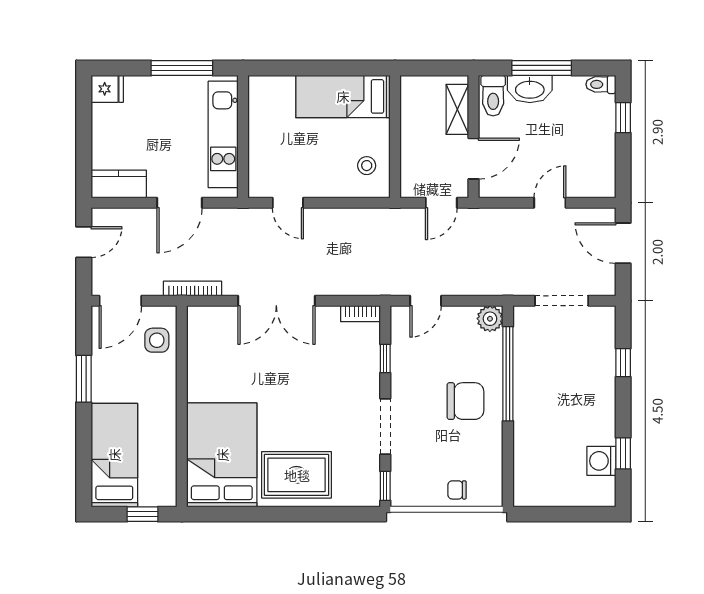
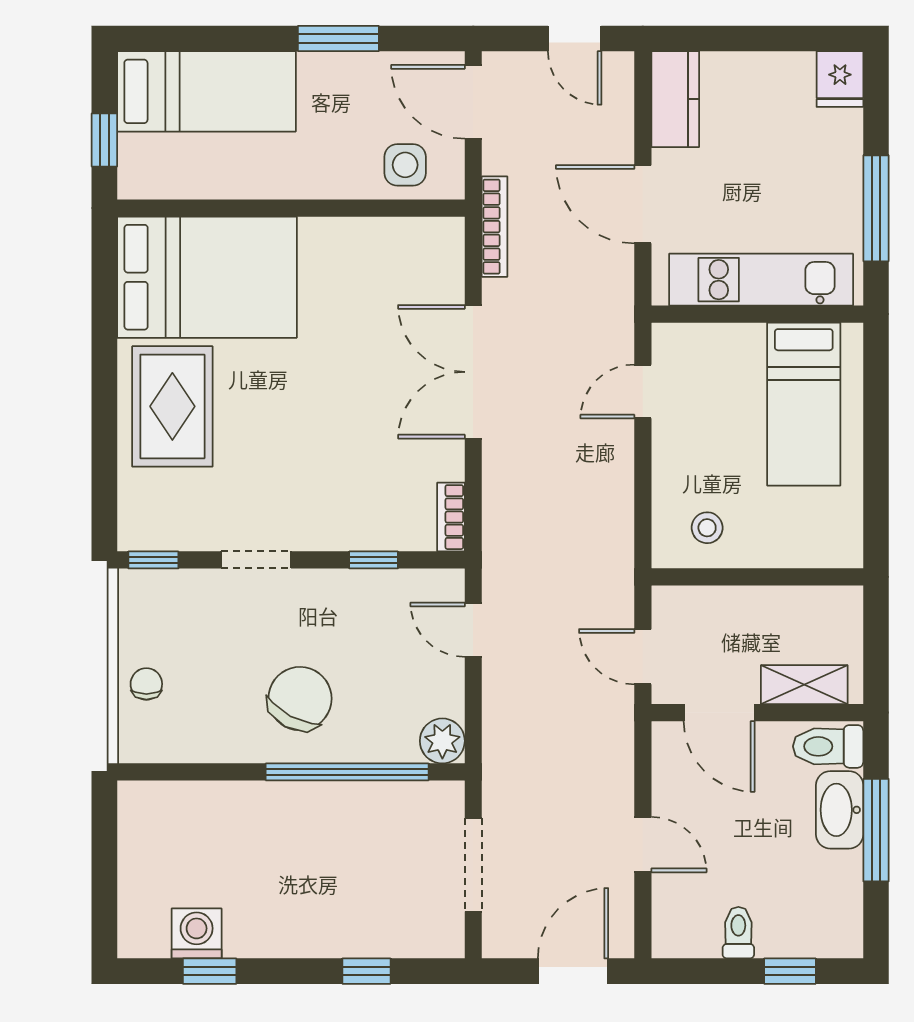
toilet: (601, 84) -> (738, 933), moved
bed: (343, 96) -> (804, 404), moved, turned 180
chair: (465, 401) -> (300, 699), turned -152
doorway: (385, 426) -> (256, 560), width x0.73

